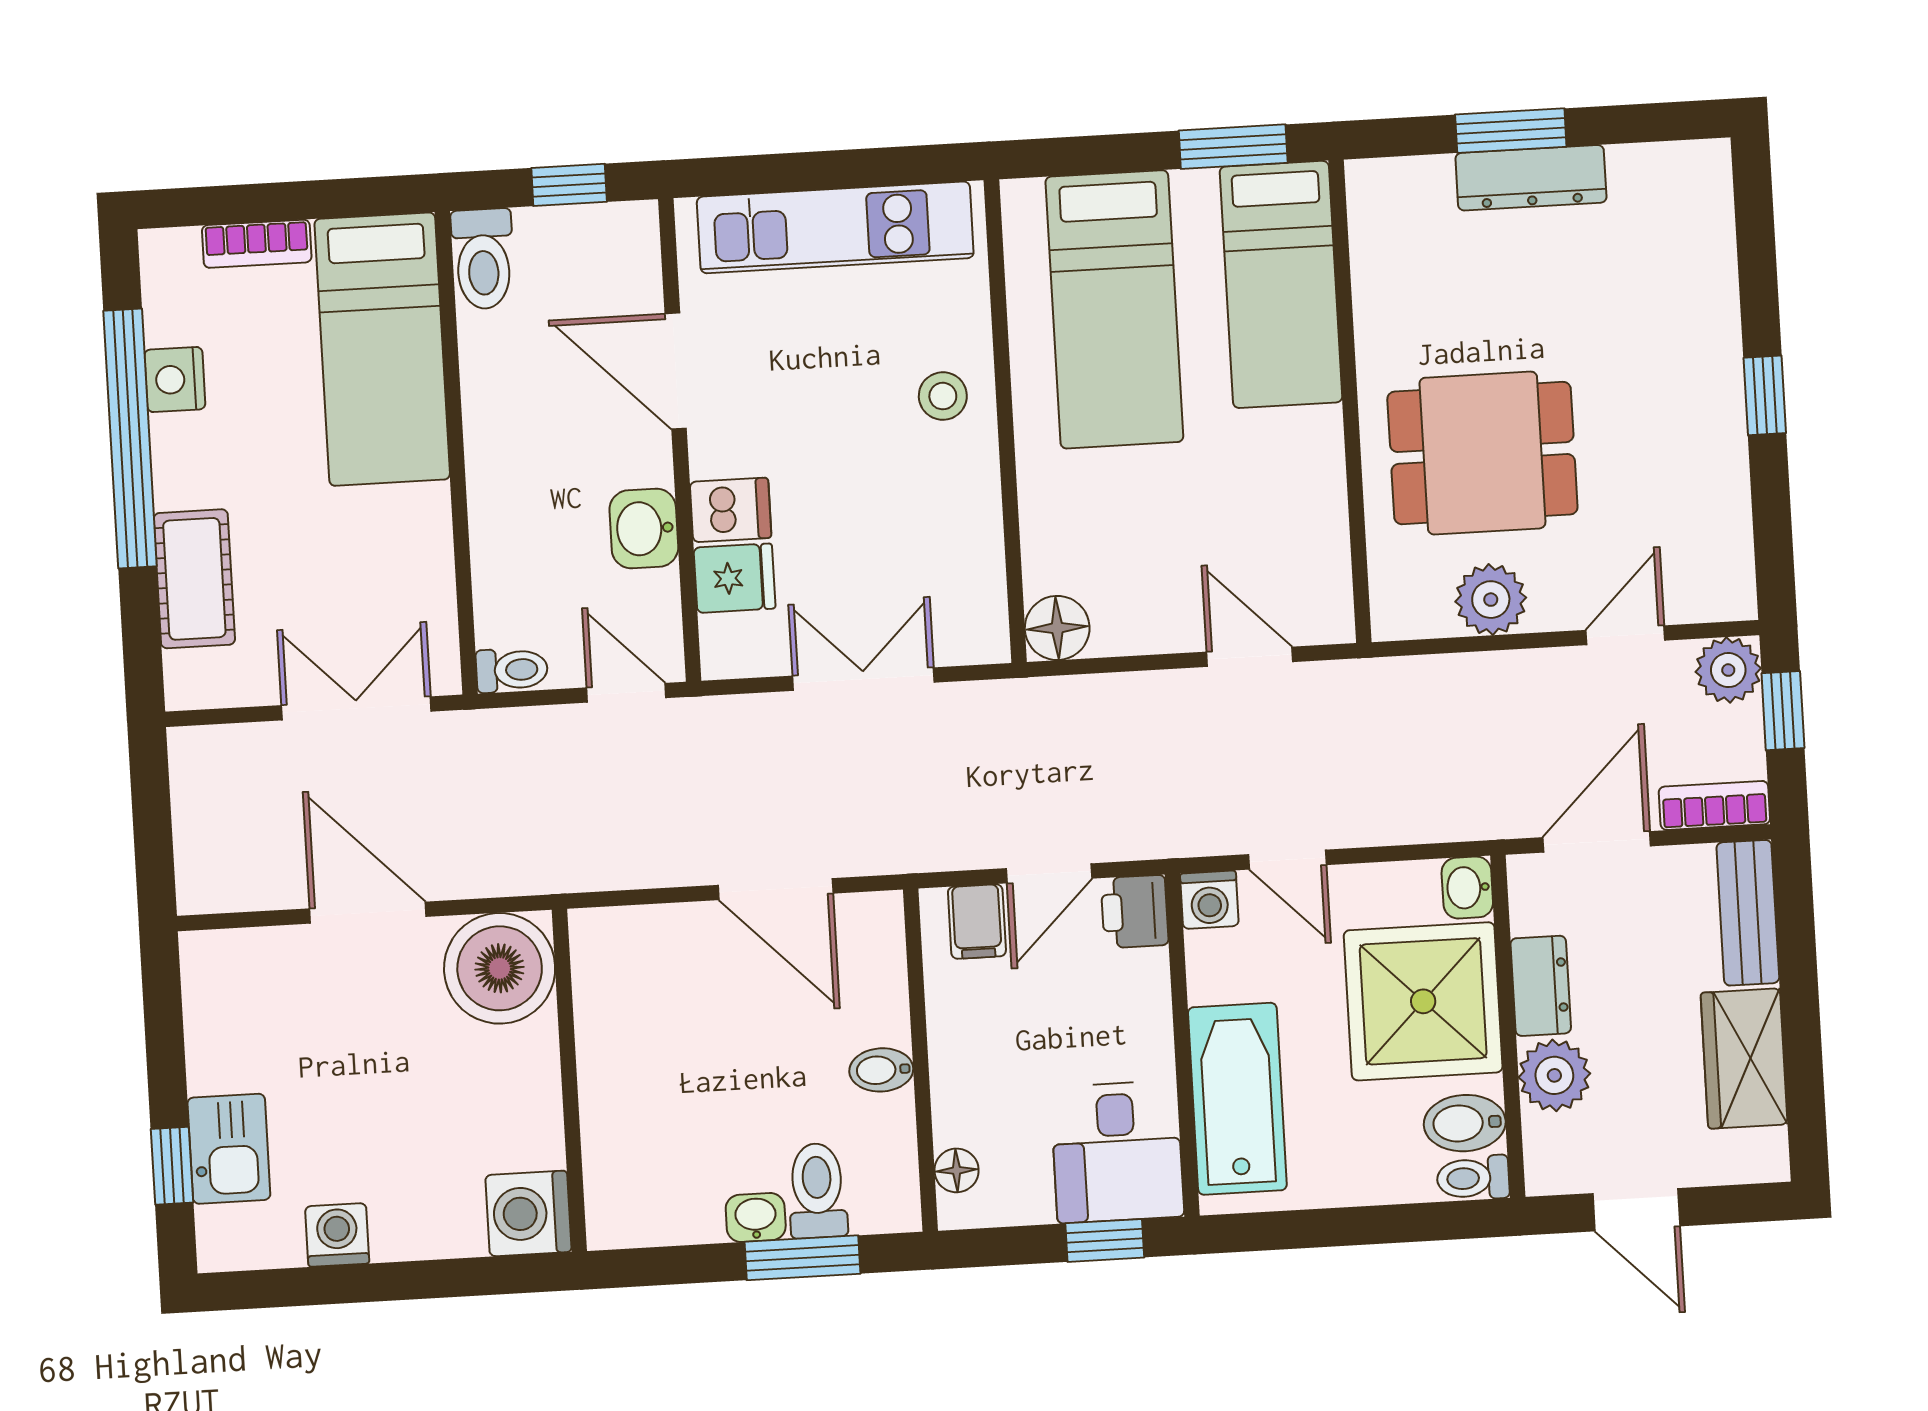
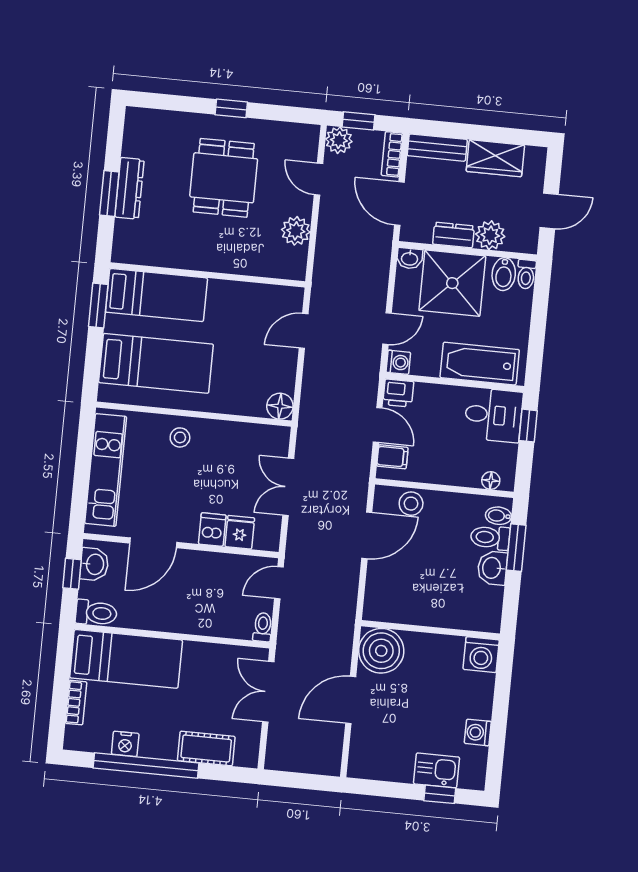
dining table: (1482, 453) -> (224, 178), moved
washbasin: (644, 529) -> (94, 564), moved, turned -90
stool: (870, 985) -> (411, 504), added
bidet: (881, 1070) -> (498, 516), moved, turned 90
washbasin: (756, 1218) -> (492, 568), width x1.38, depth x1.45

